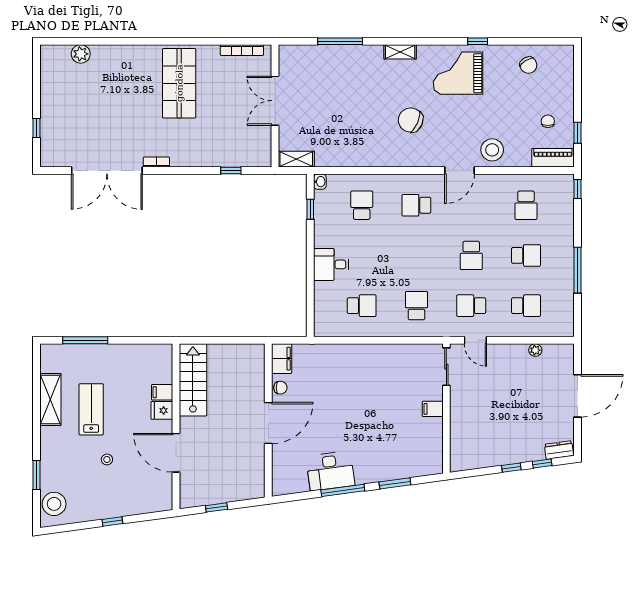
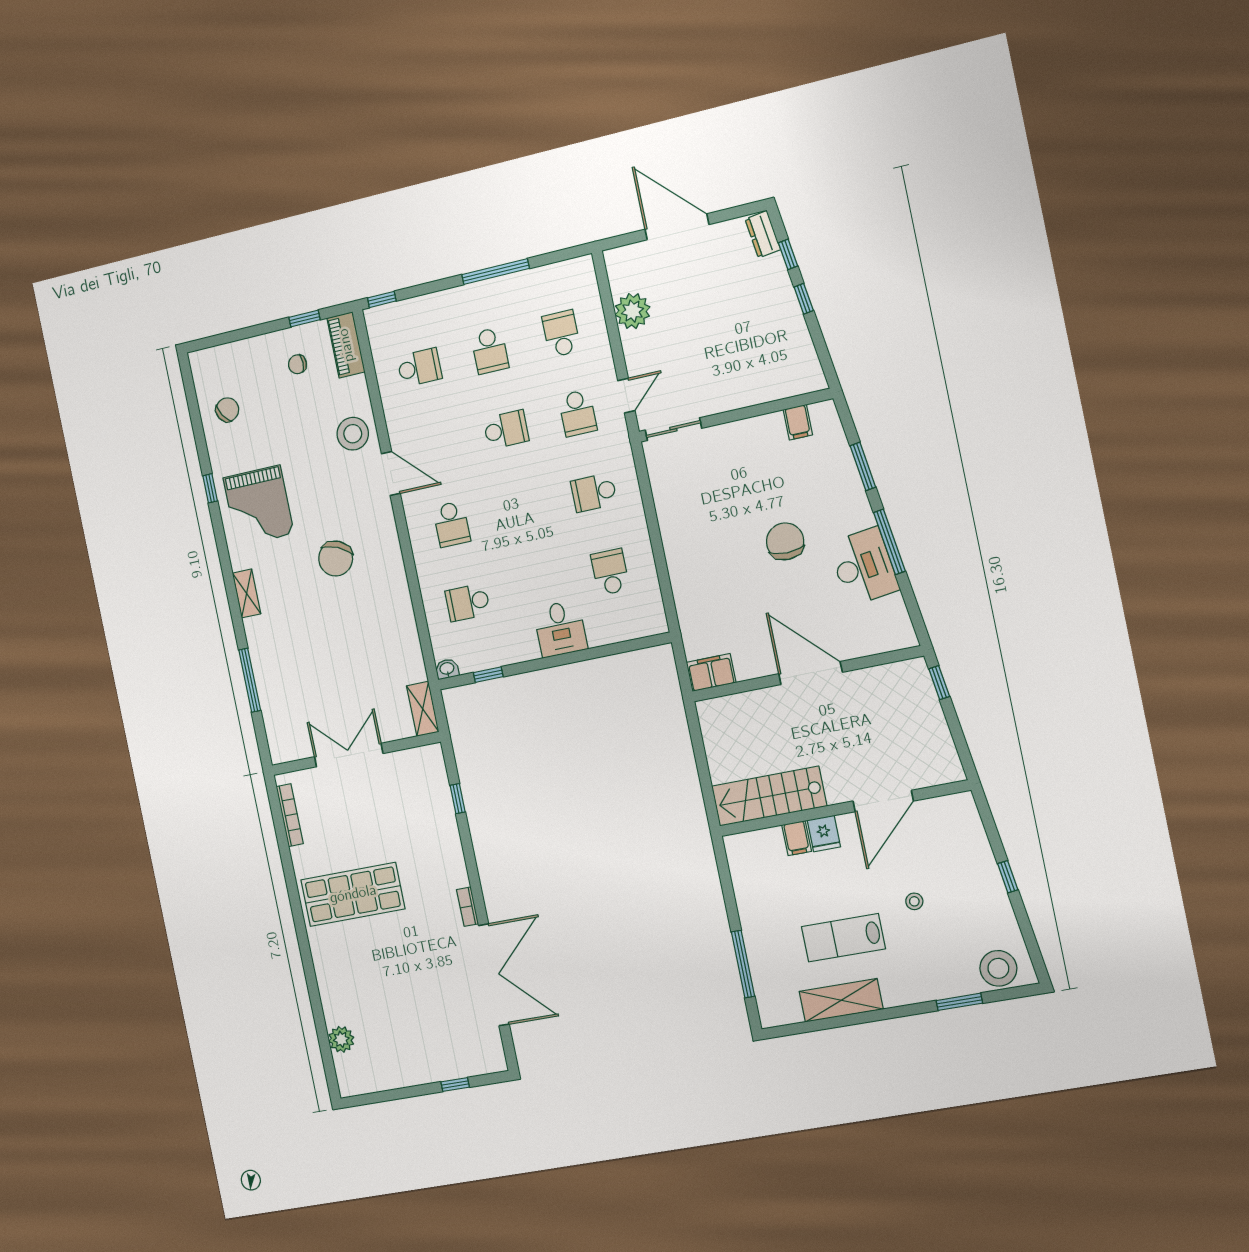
double door: (275, 101) -> (349, 755), swing flipped
school desk: (526, 255) -> (490, 351), turned 180
plant: (535, 350) -> (632, 311), width x1.88, depth x1.88
chair: (280, 388) -> (785, 541), moved, width x1.87, depth x1.87
filing cabinet: (433, 409) -> (798, 422), moved
window: (217, 507) -> (939, 683), moved

